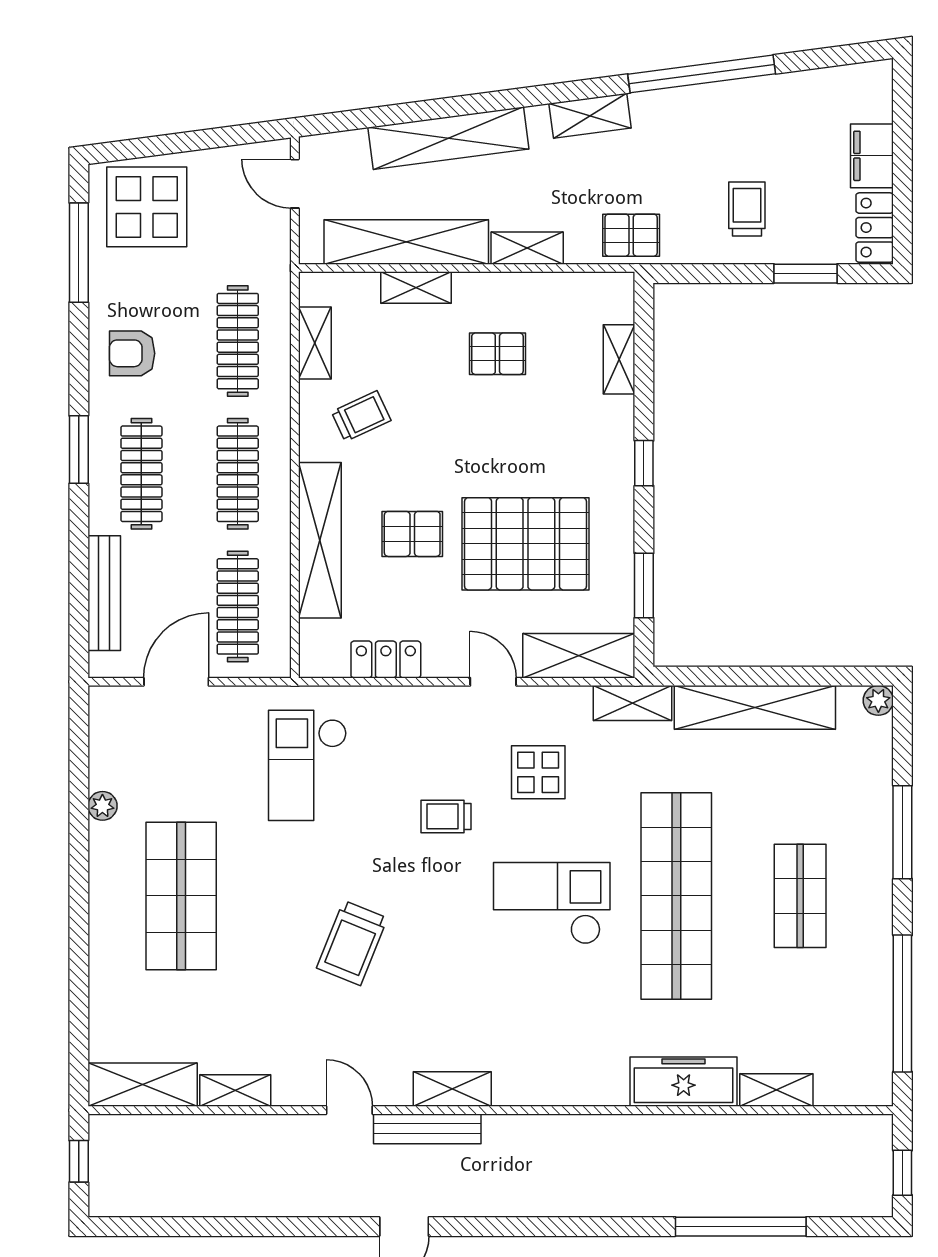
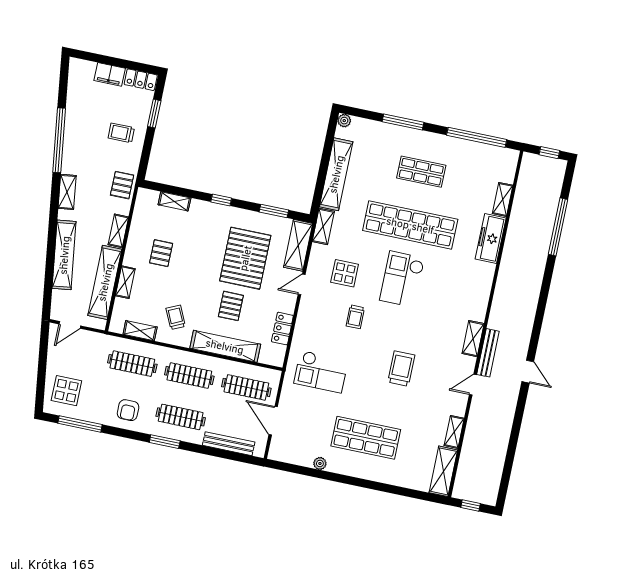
display table: (147, 207) -> (66, 391), width x0.73, depth x0.73
trolley: (352, 943) -> (401, 369), turned -112

